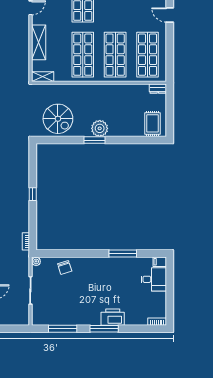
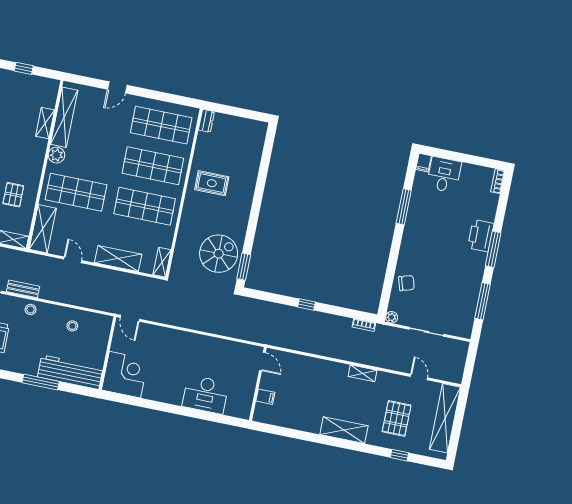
rug: (153, 123) -> (212, 183), moved
plant: (100, 128) -> (241, 204), removed
window: (95, 140) -> (244, 267), moved

